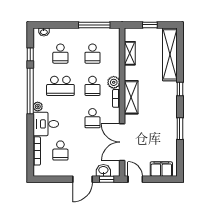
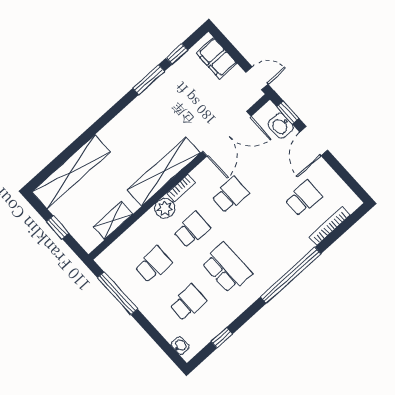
window: (180, 89) -> (177, 54), moved
window: (30, 91) -> (291, 275), moved
shelving: (131, 97) -> (164, 171), width x1.47
plant: (38, 107) -> (275, 273), removed
desk: (46, 124) -> (288, 244), removed
door: (82, 179) -> (314, 141), swing flipped
door: (135, 179) -> (257, 78), swing flipped

